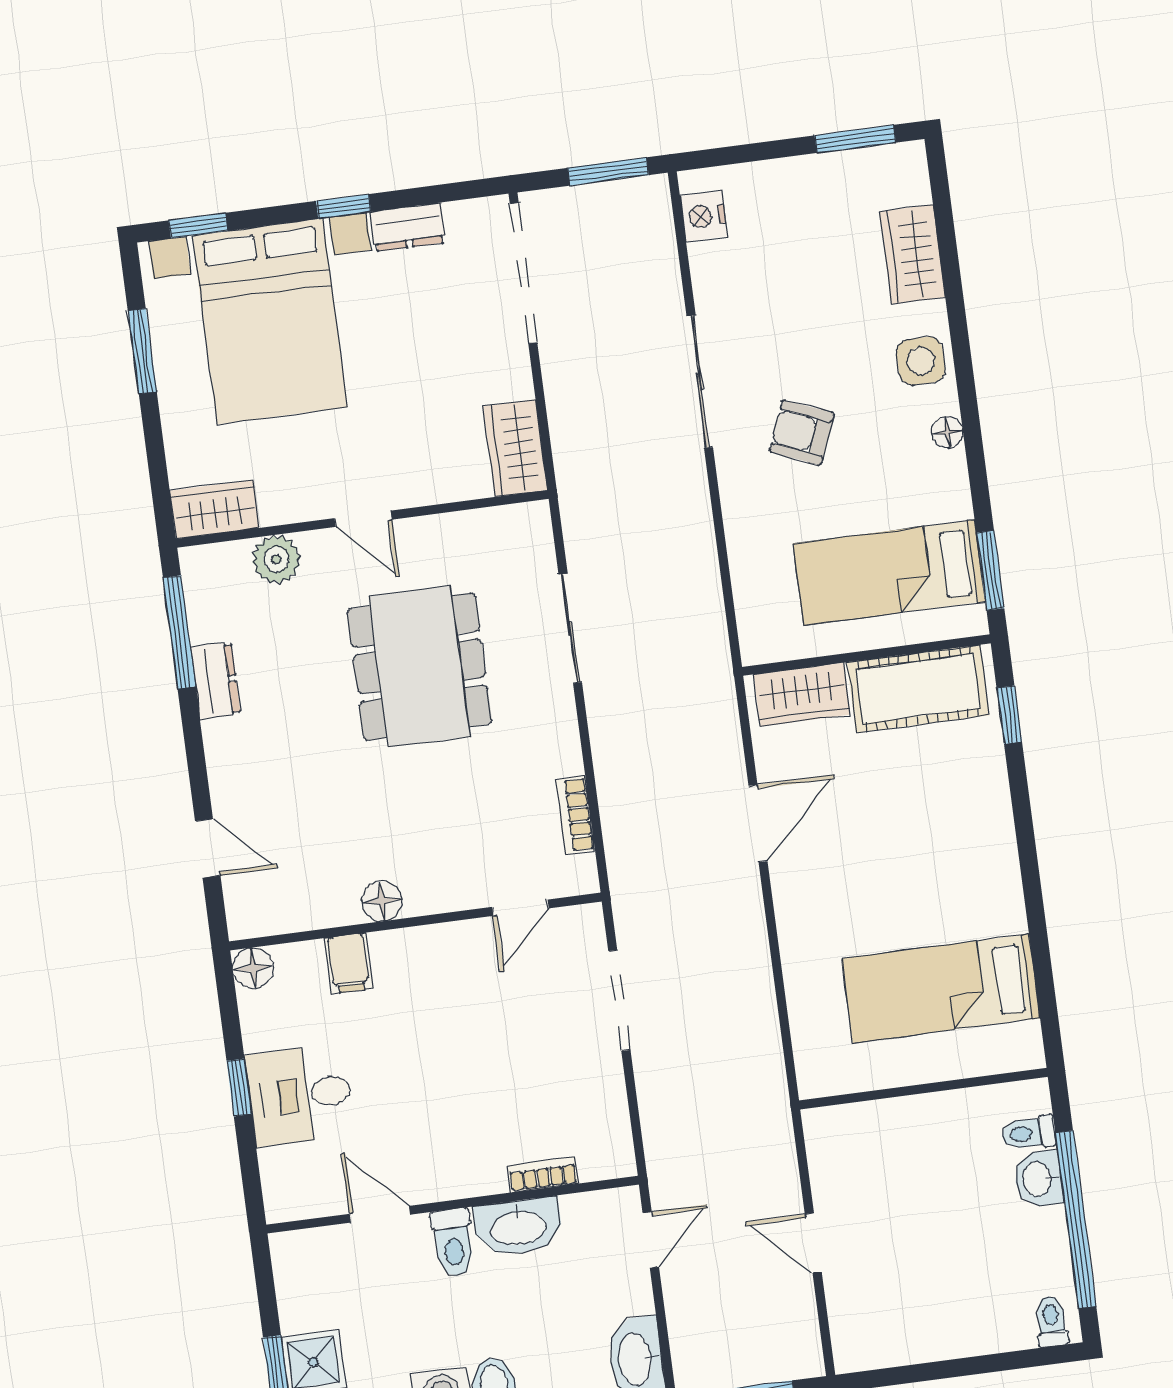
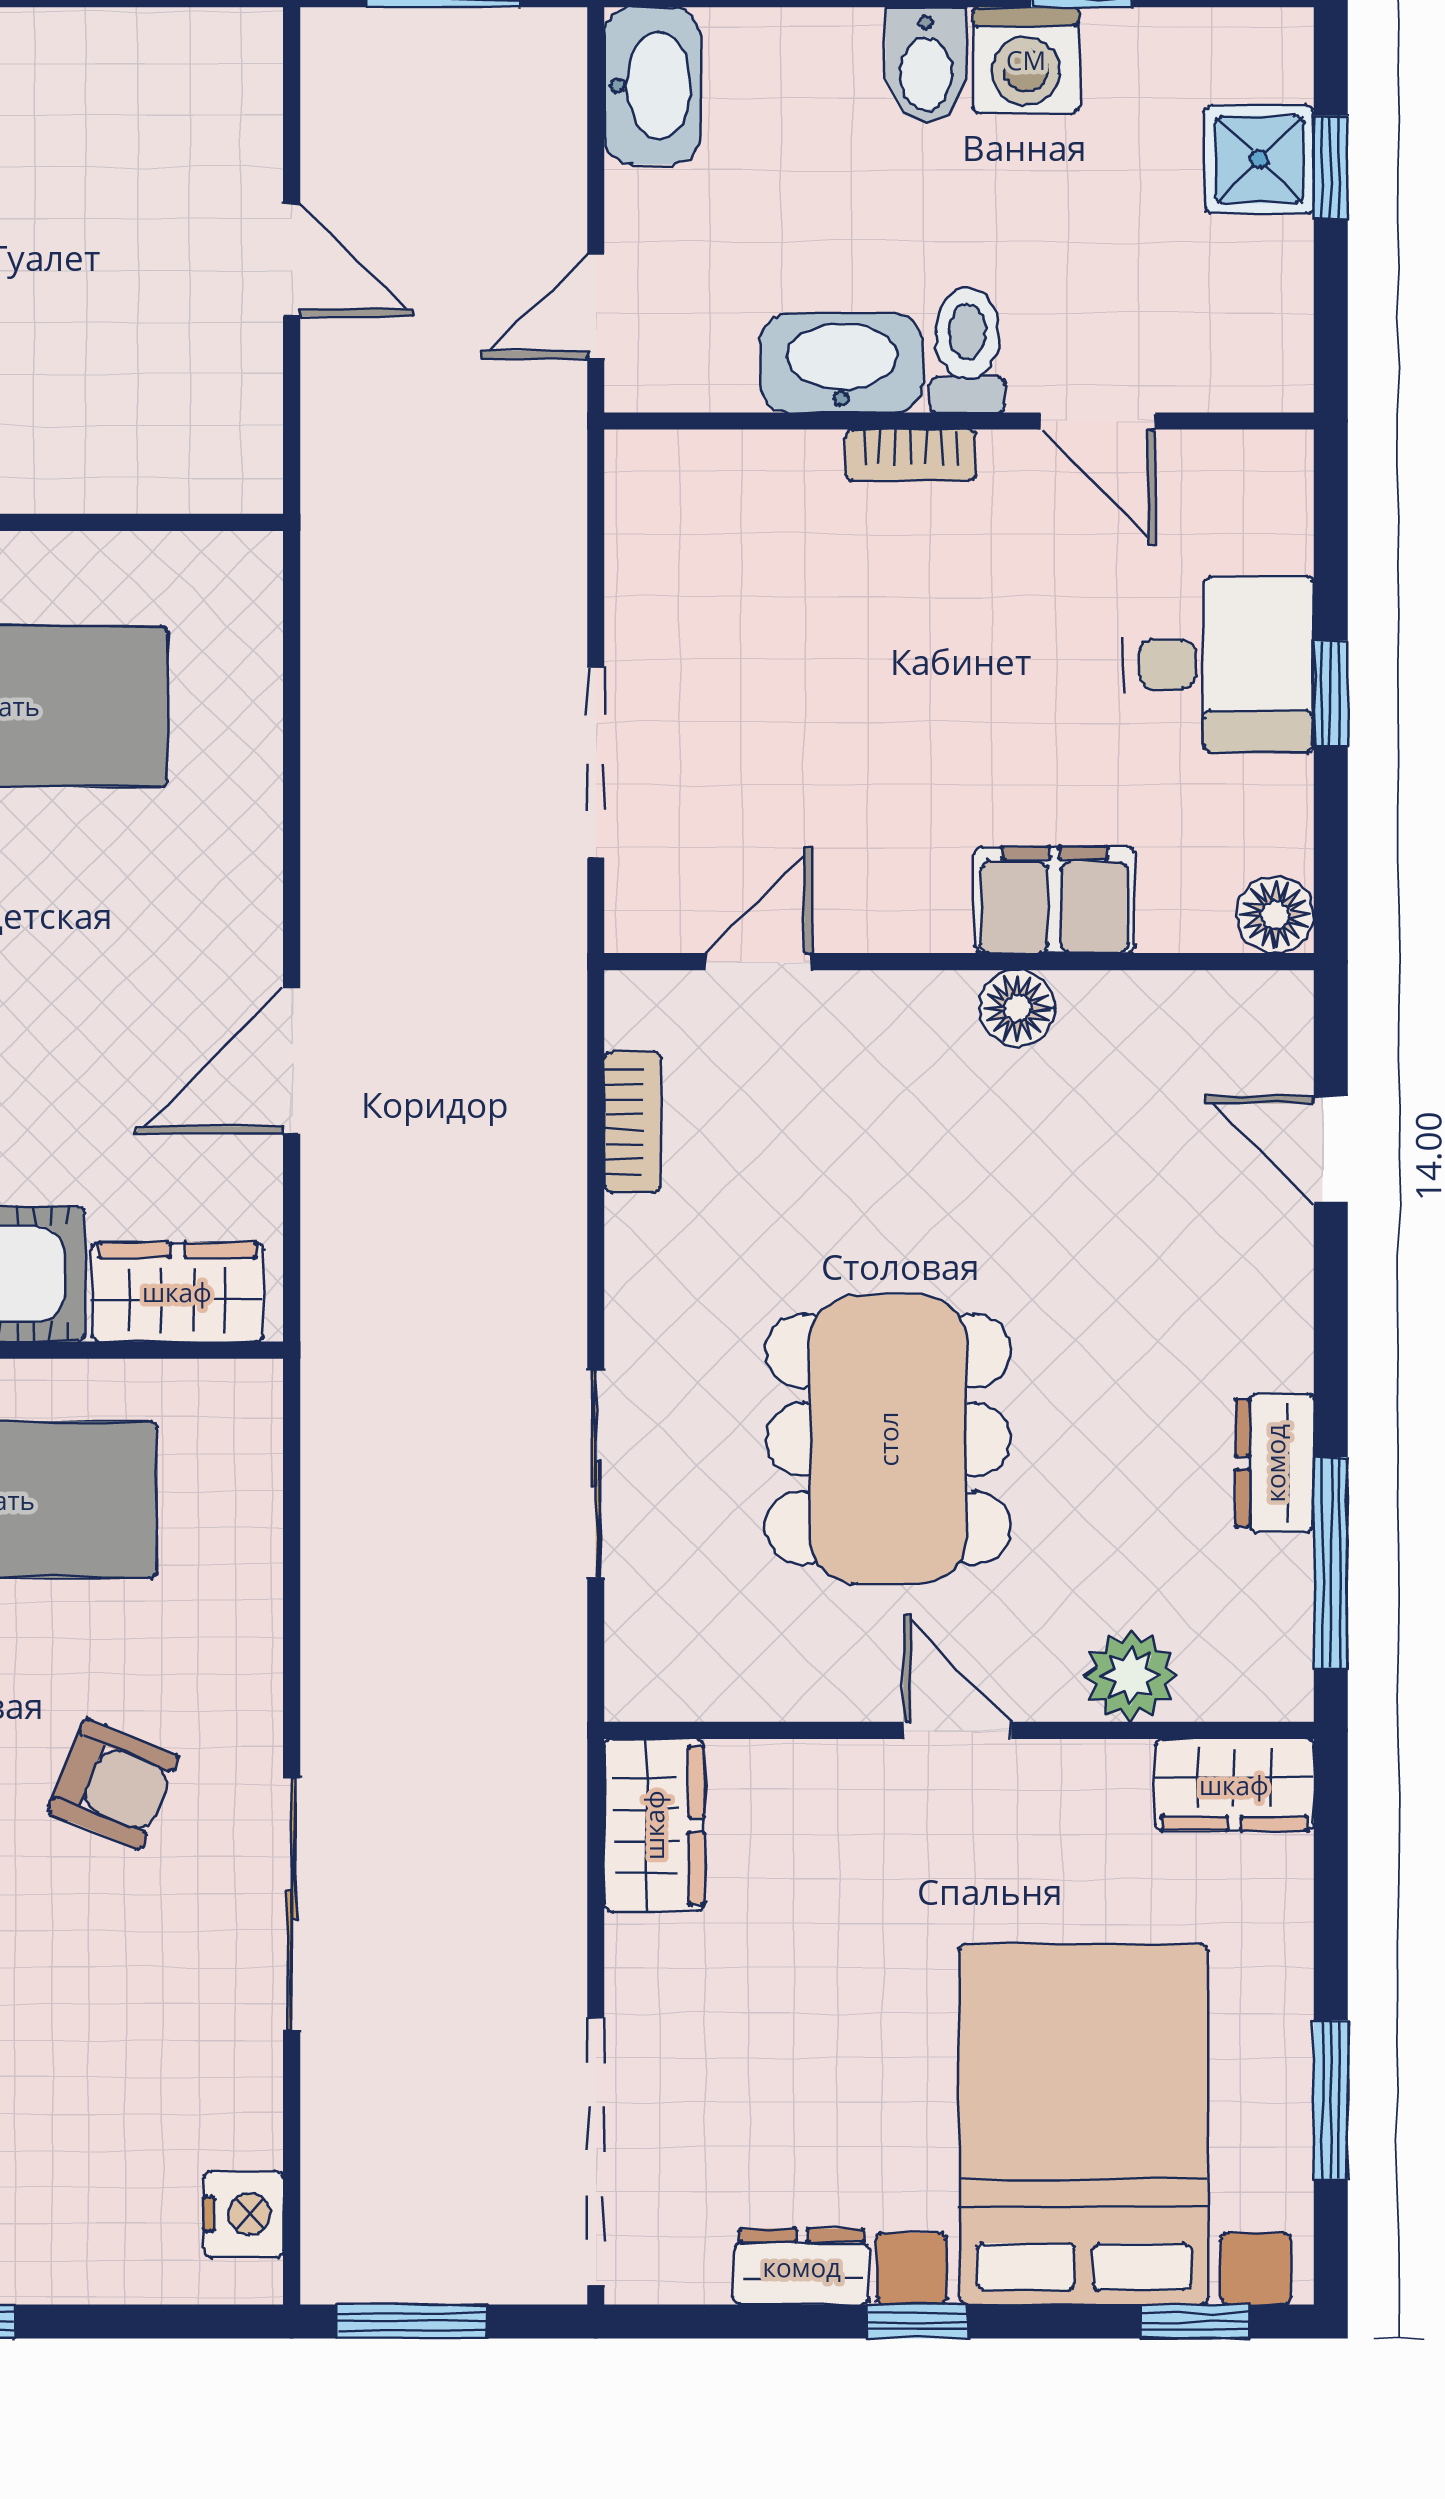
filing cabinet: (349, 963) -> (1055, 900), width x2.00
bookcase: (543, 1174) -> (911, 455), moved

